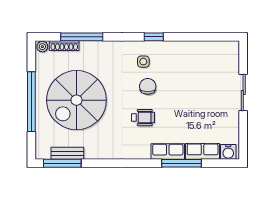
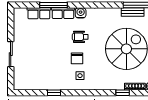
window: (82, 37) -> (123, 93), width x0.46
window: (154, 37) -> (54, 93), moved
water cooler: (228, 152) -> (81, 13), moved

